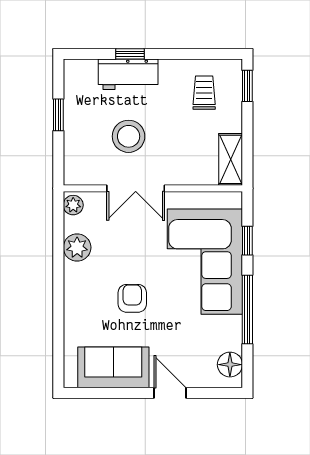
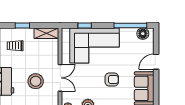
window: (247, 86) -> (22, 25), moved
armchair: (132, 298) -> (112, 79), turned 180
window: (247, 309) -> (130, 25), moved

